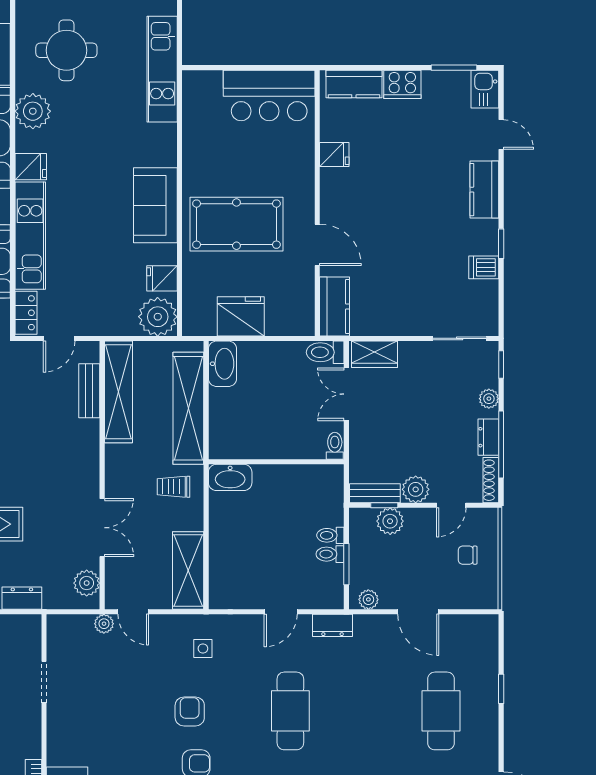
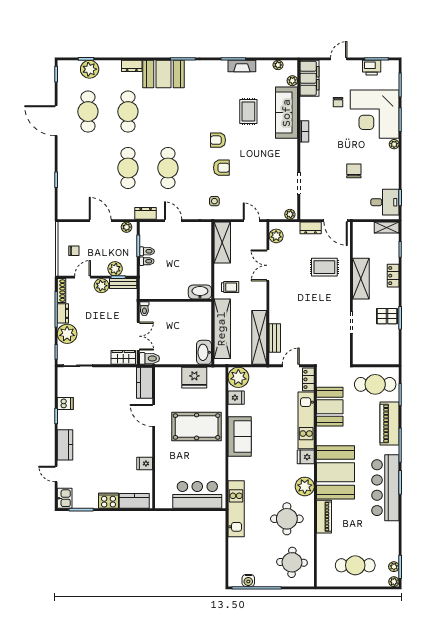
bar counter: (269, 95) -> (197, 495), moved
plant: (489, 399) -> (67, 334), width x1.87, depth x1.87
door: (281, 612) -> (173, 221), hinge flipped
plant: (104, 624) -> (290, 214), moved
armchair: (190, 711) -> (221, 168), turned -90
cafe table: (441, 711) -> (128, 168), moved

